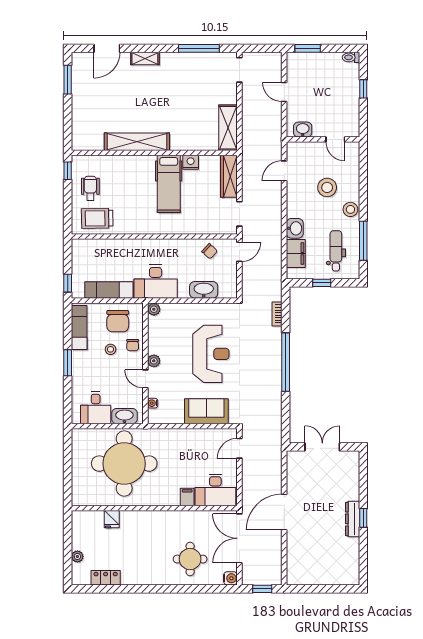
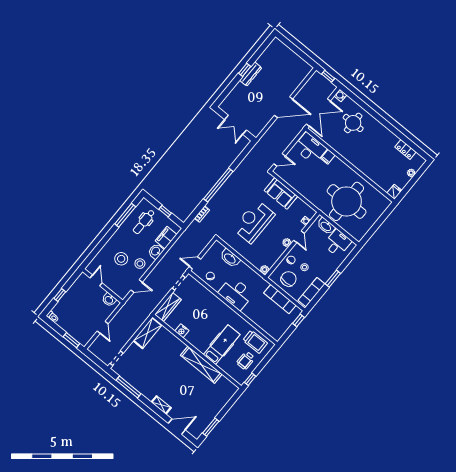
hospital bed: (169, 184) -> (222, 345), moved
stool: (350, 209) -> (140, 264), moved
desk: (156, 282) -> (236, 293), moved, turned 180
fridge: (112, 519) -> (394, 192), moved

